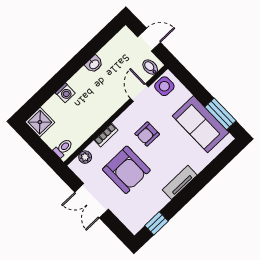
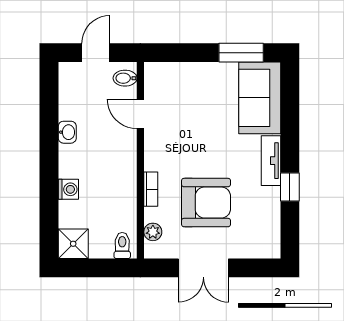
side table: (164, 86) -> (158, 82), removed
sofa: (201, 124) -> (260, 98), moved, turned 90
armchair: (147, 134) -> (190, 146), removed
window: (156, 223) -> (290, 187), moved

